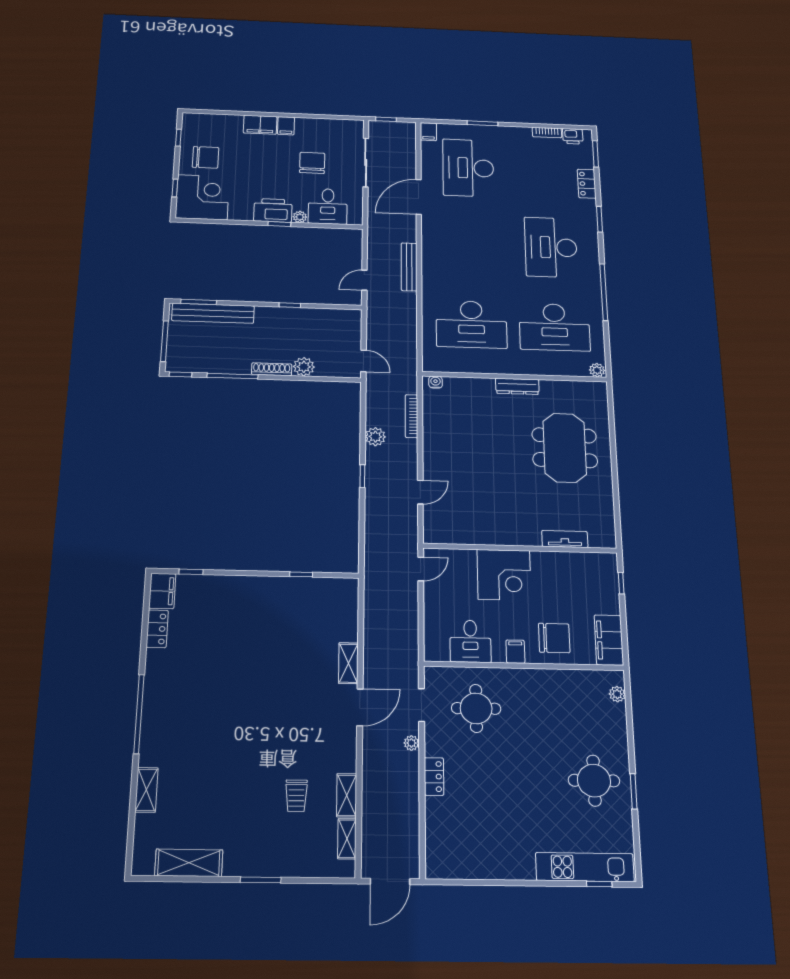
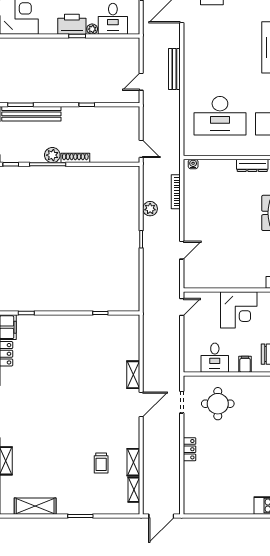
plant: (304, 367) -> (52, 155), moved
plant: (411, 743) -> (175, 428), removed

